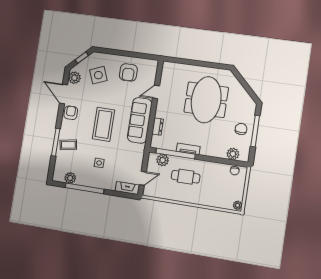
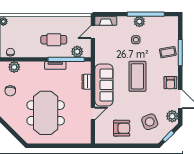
armchair: (128, 72) -> (122, 128), turned 90
plant: (70, 178) -> (139, 22), moved

